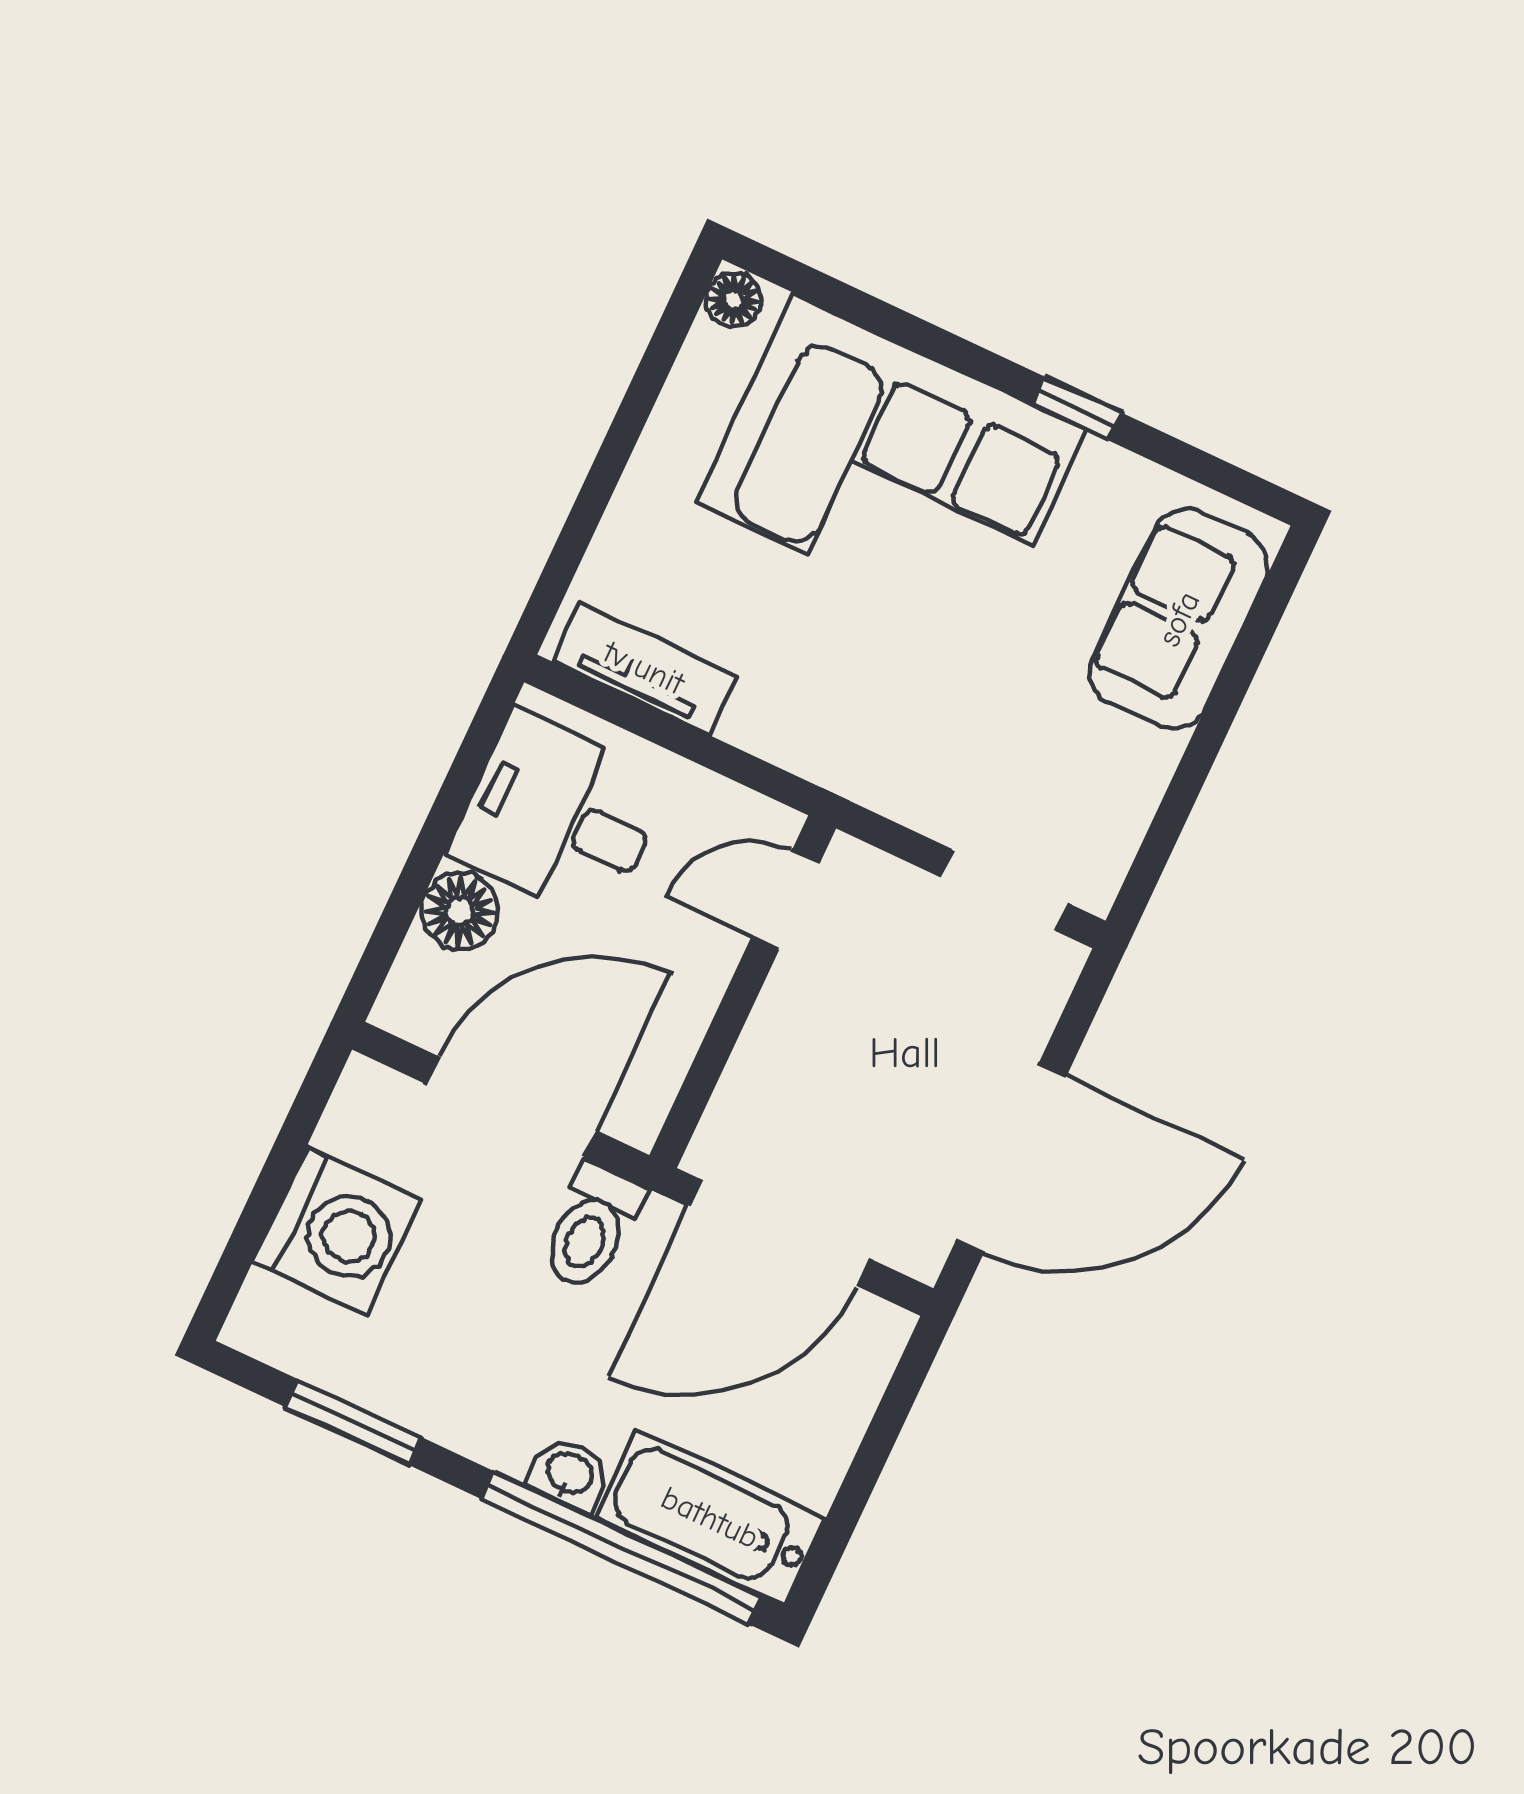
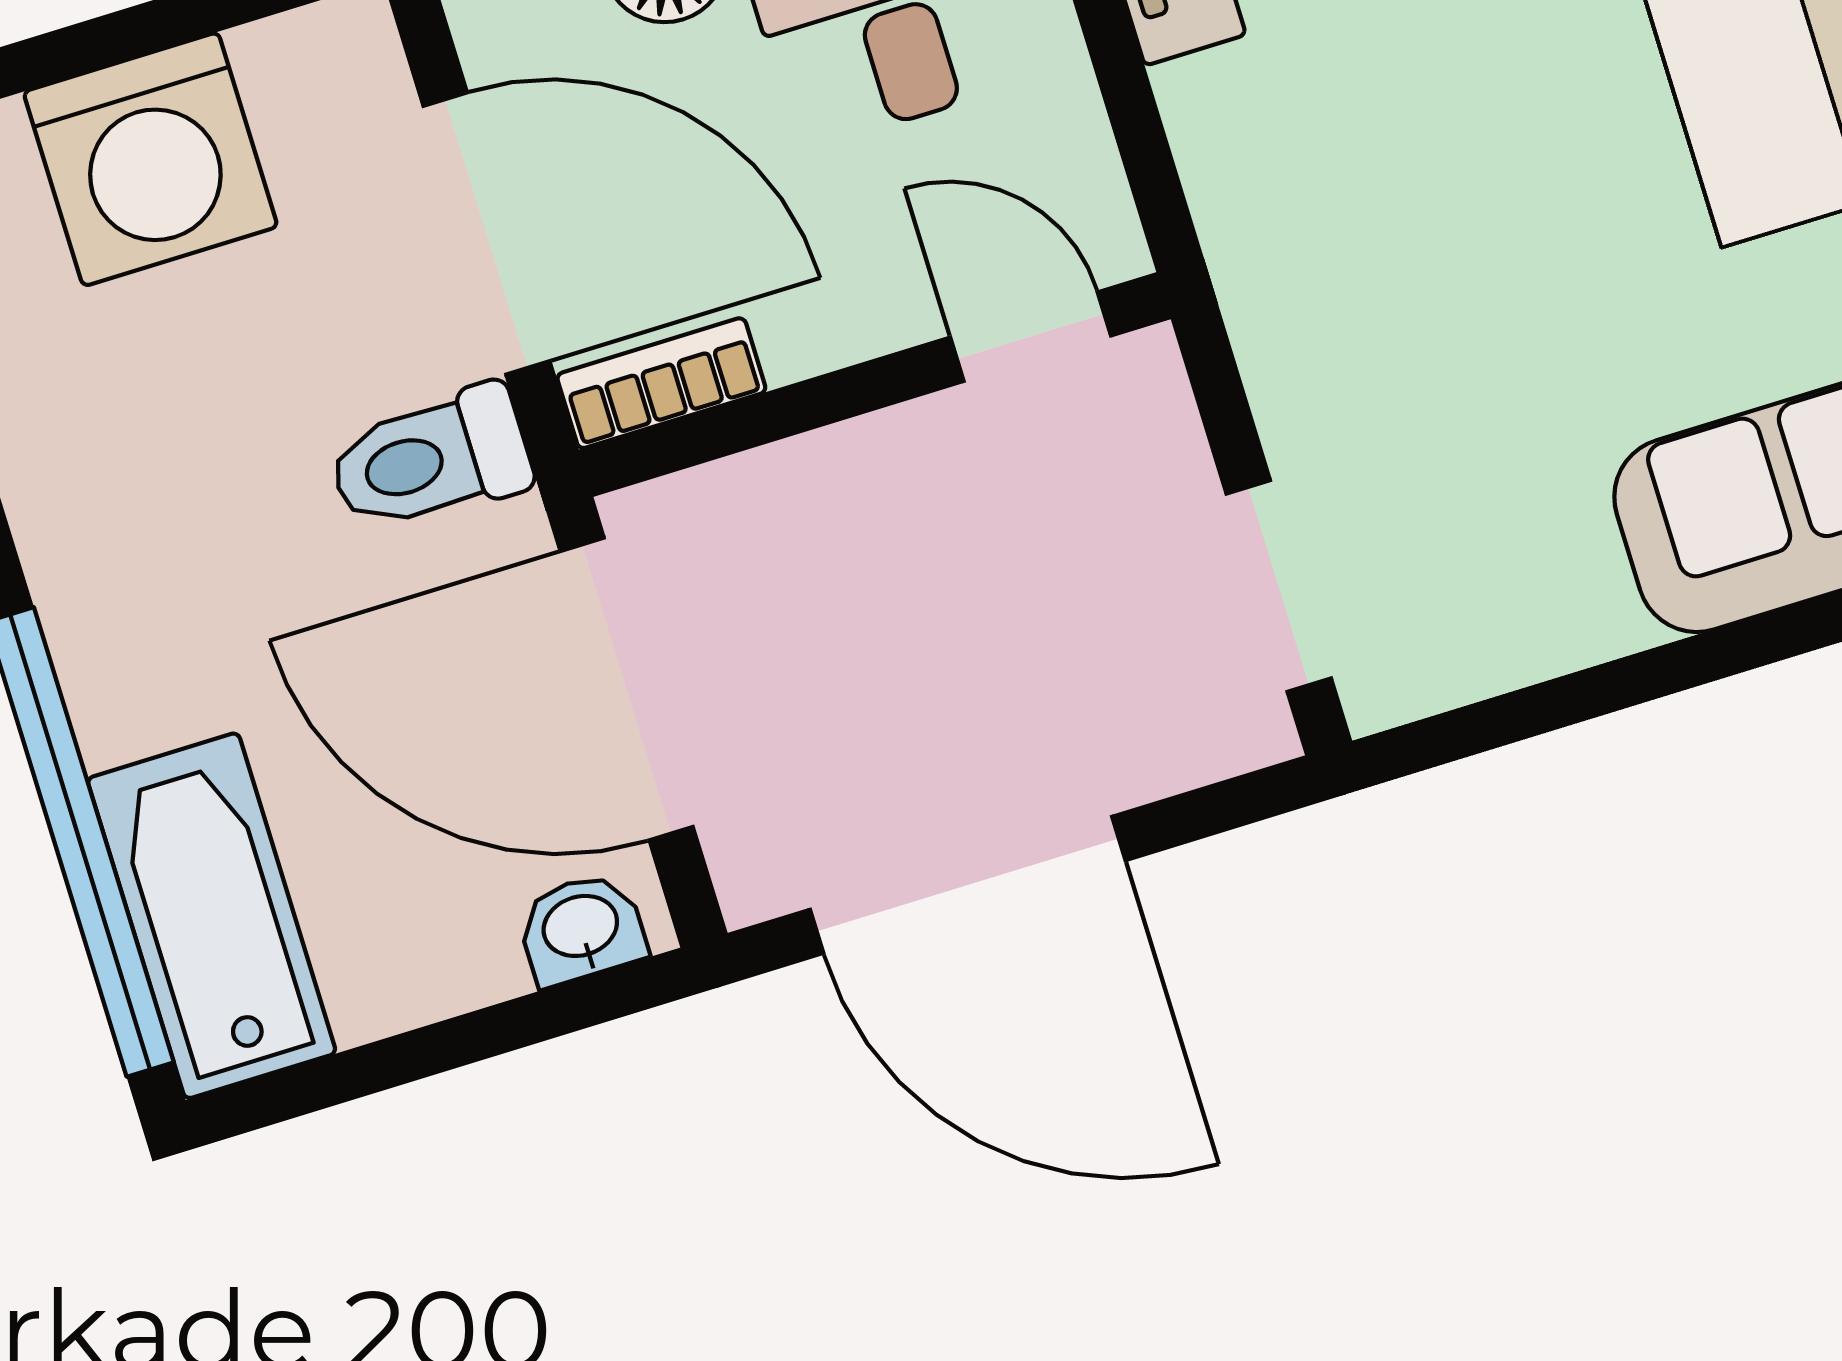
bookcase: (653, 1089) -> (661, 383), added
washbasin: (569, 1474) -> (581, 929), moved, turned -90

